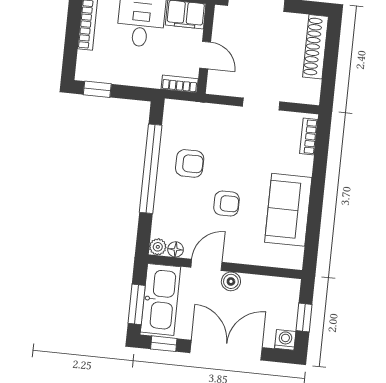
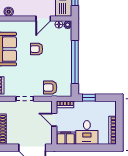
window: (97, 89) -> (89, 98), moved
armchair: (190, 163) -> (50, 88), moved
boiler: (231, 281) -> (9, 12), moved

